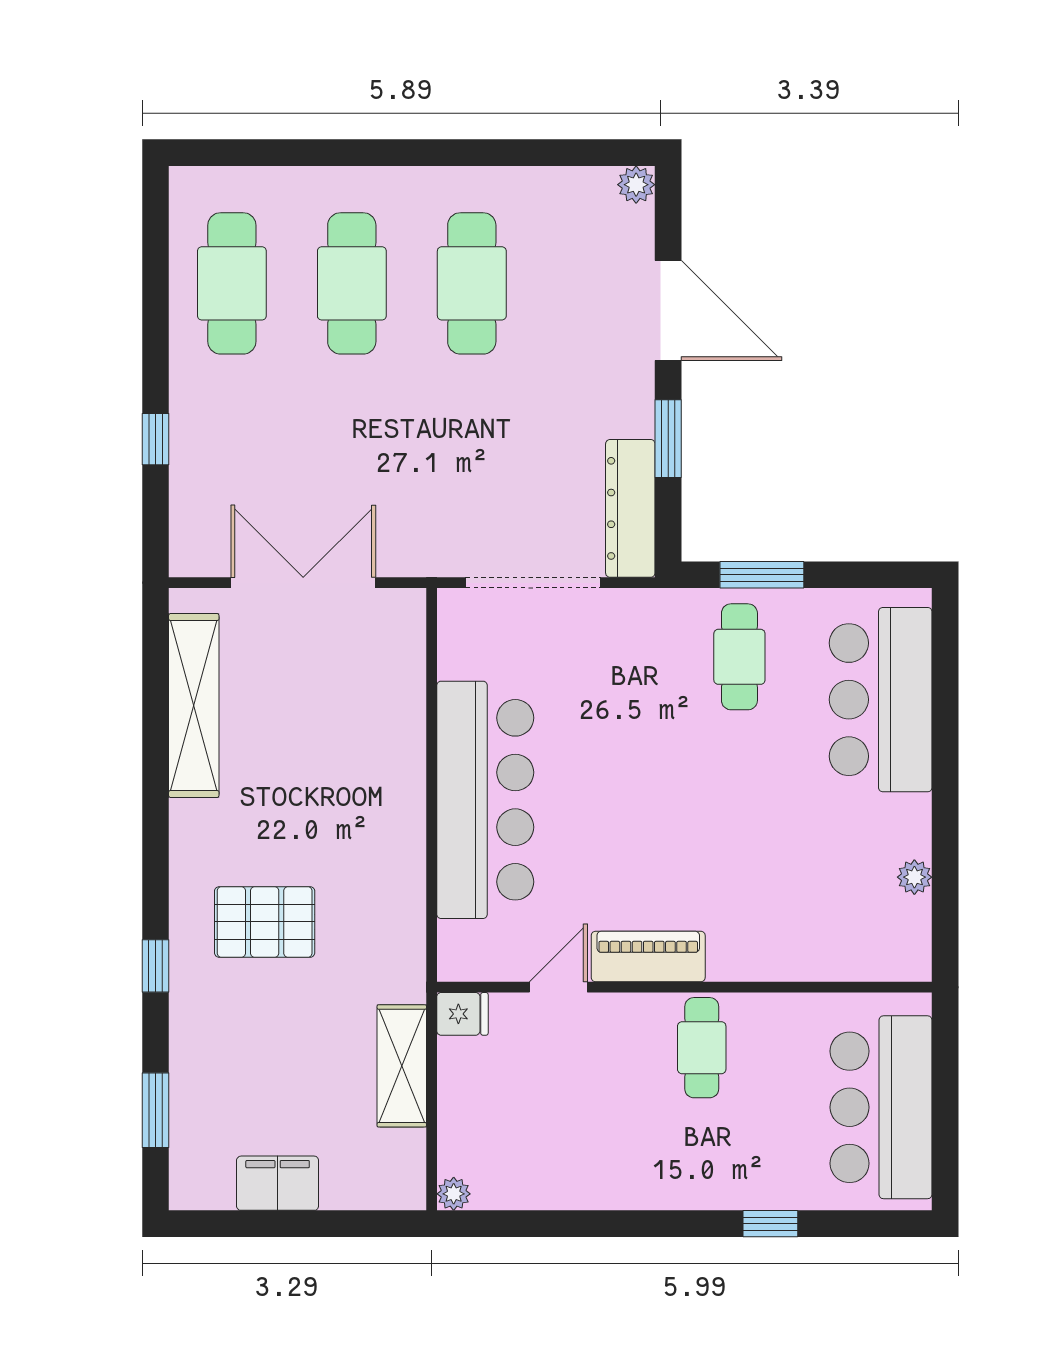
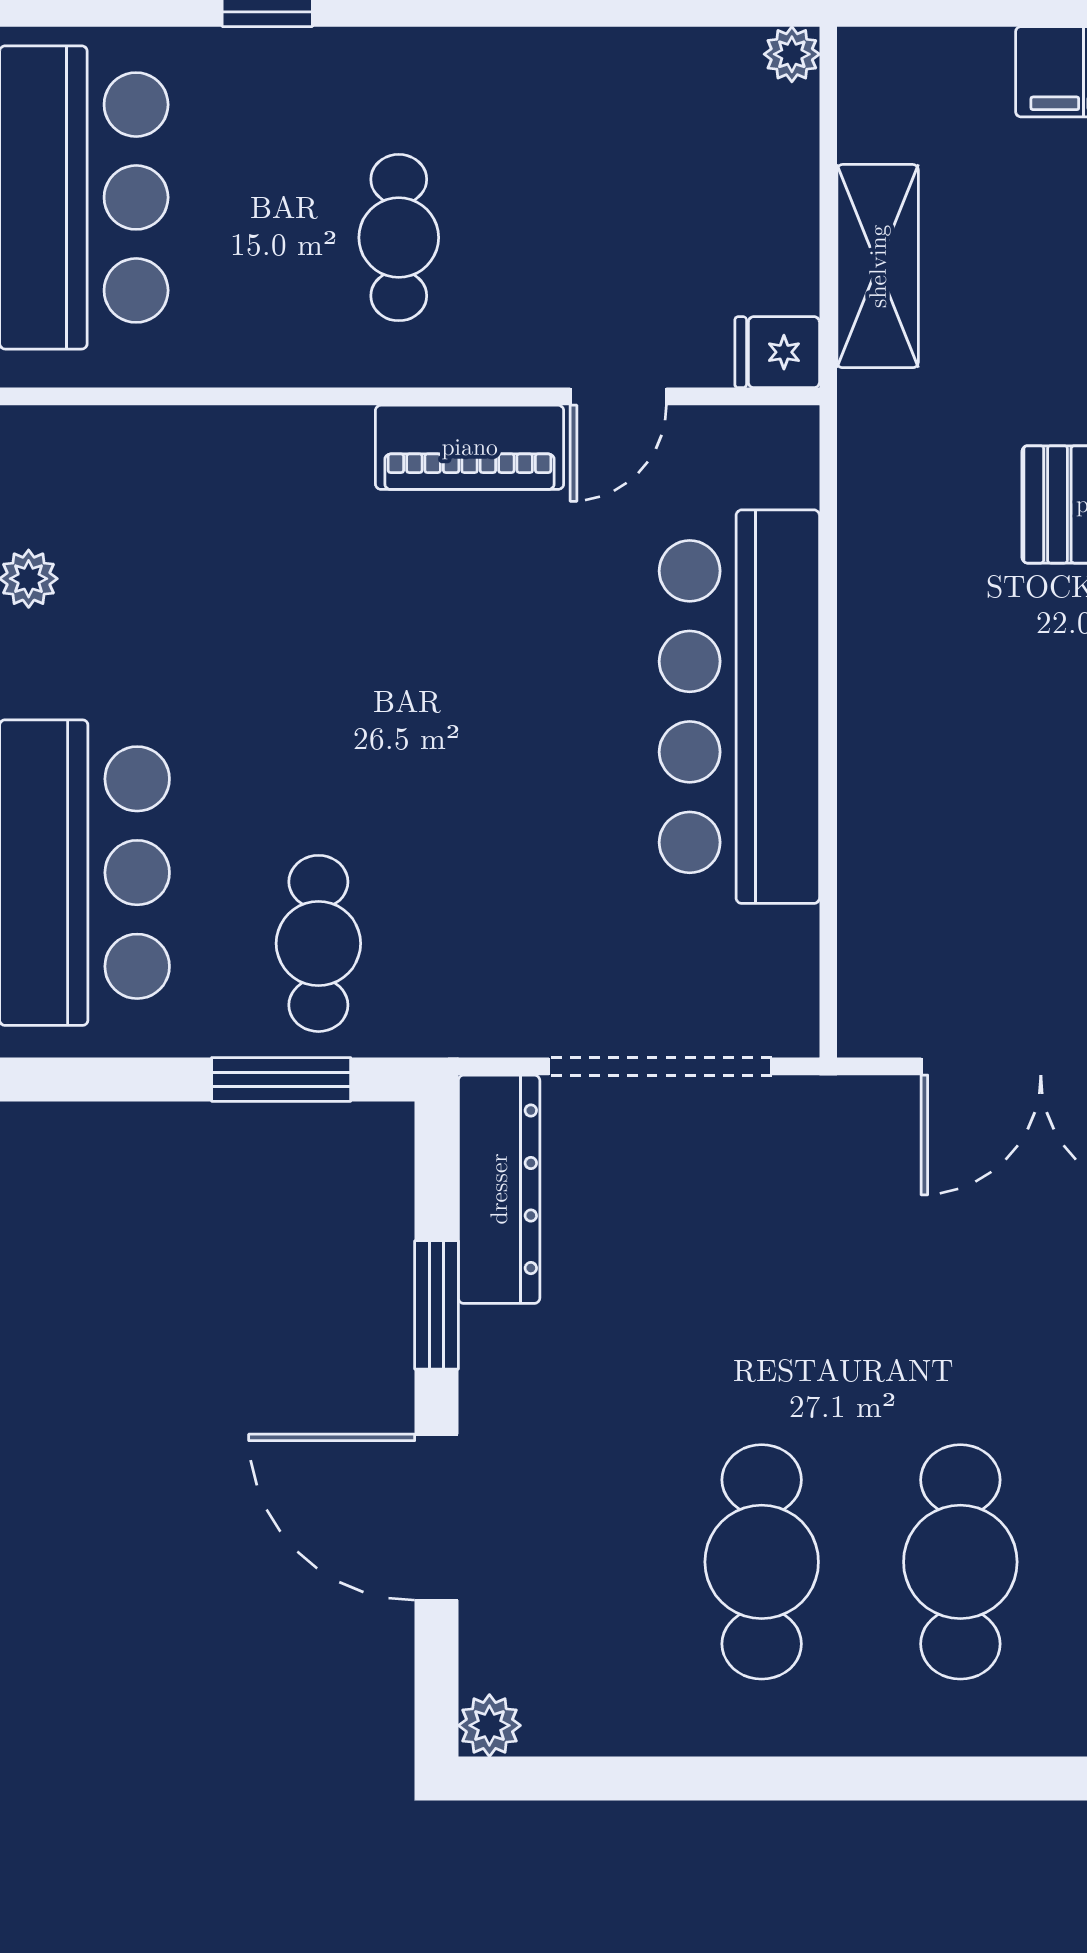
cafe table: (702, 1048) -> (399, 238), moved

